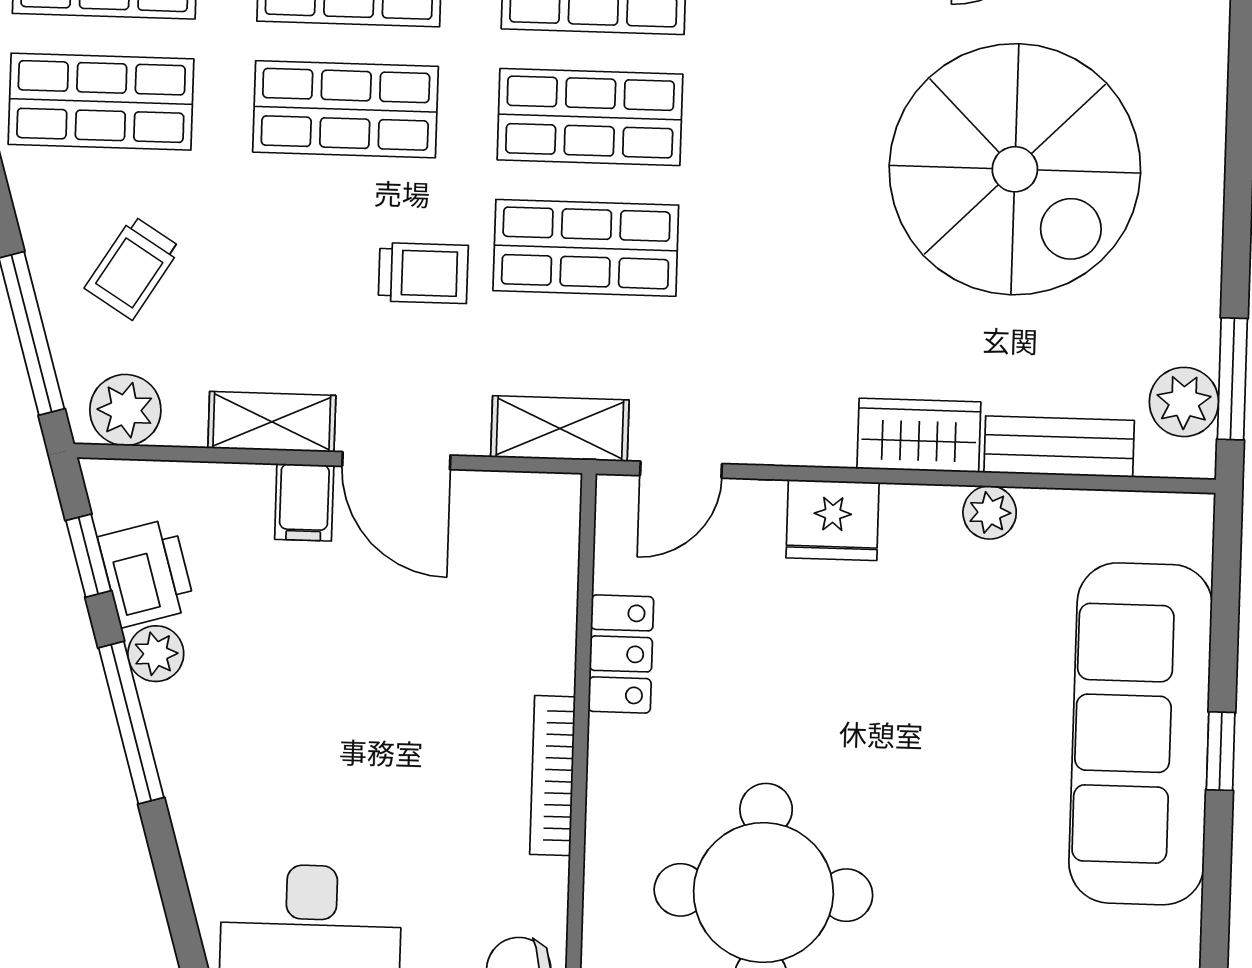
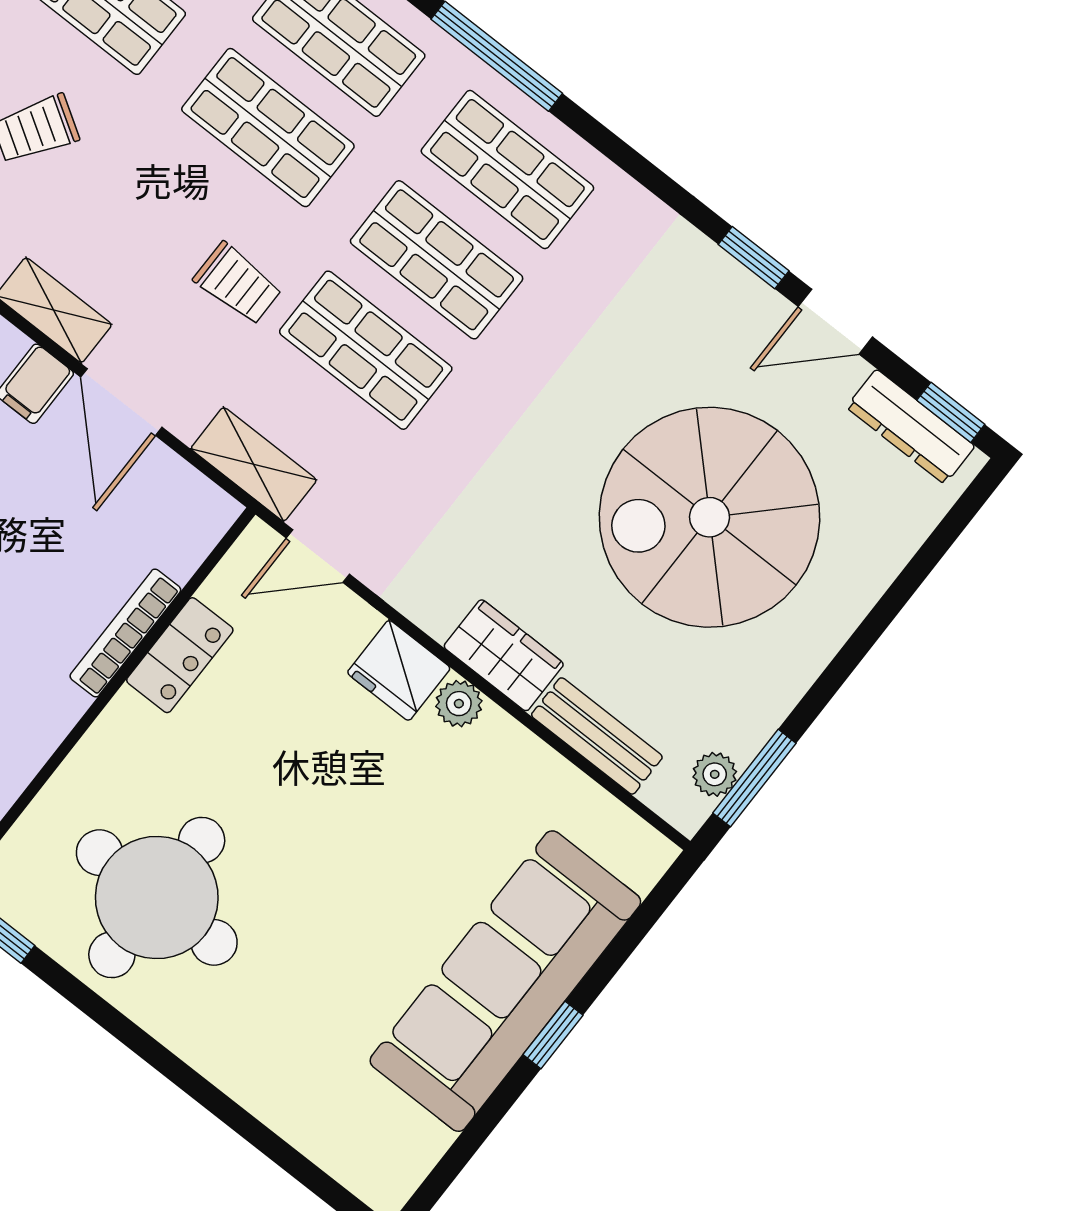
spiral stairs: (1015, 169) -> (710, 517), turned 90
plant: (1184, 402) -> (715, 774), width x0.73, depth x0.73
plant: (990, 513) -> (459, 704), moved
bookcase: (553, 776) -> (125, 633), moved

